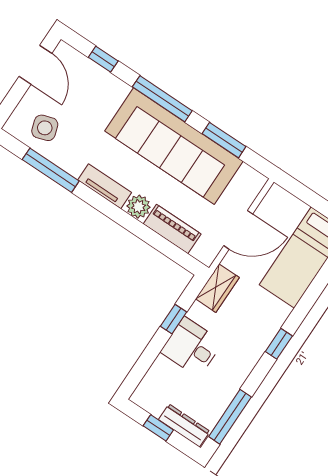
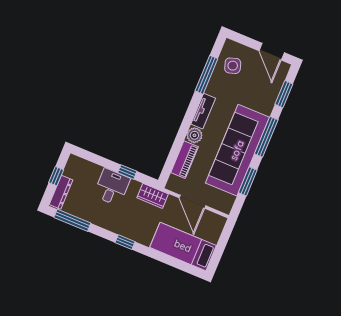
window: (103, 59) -> (284, 94), width x1.50
door: (35, 65) -> (272, 52), hinge flipped

